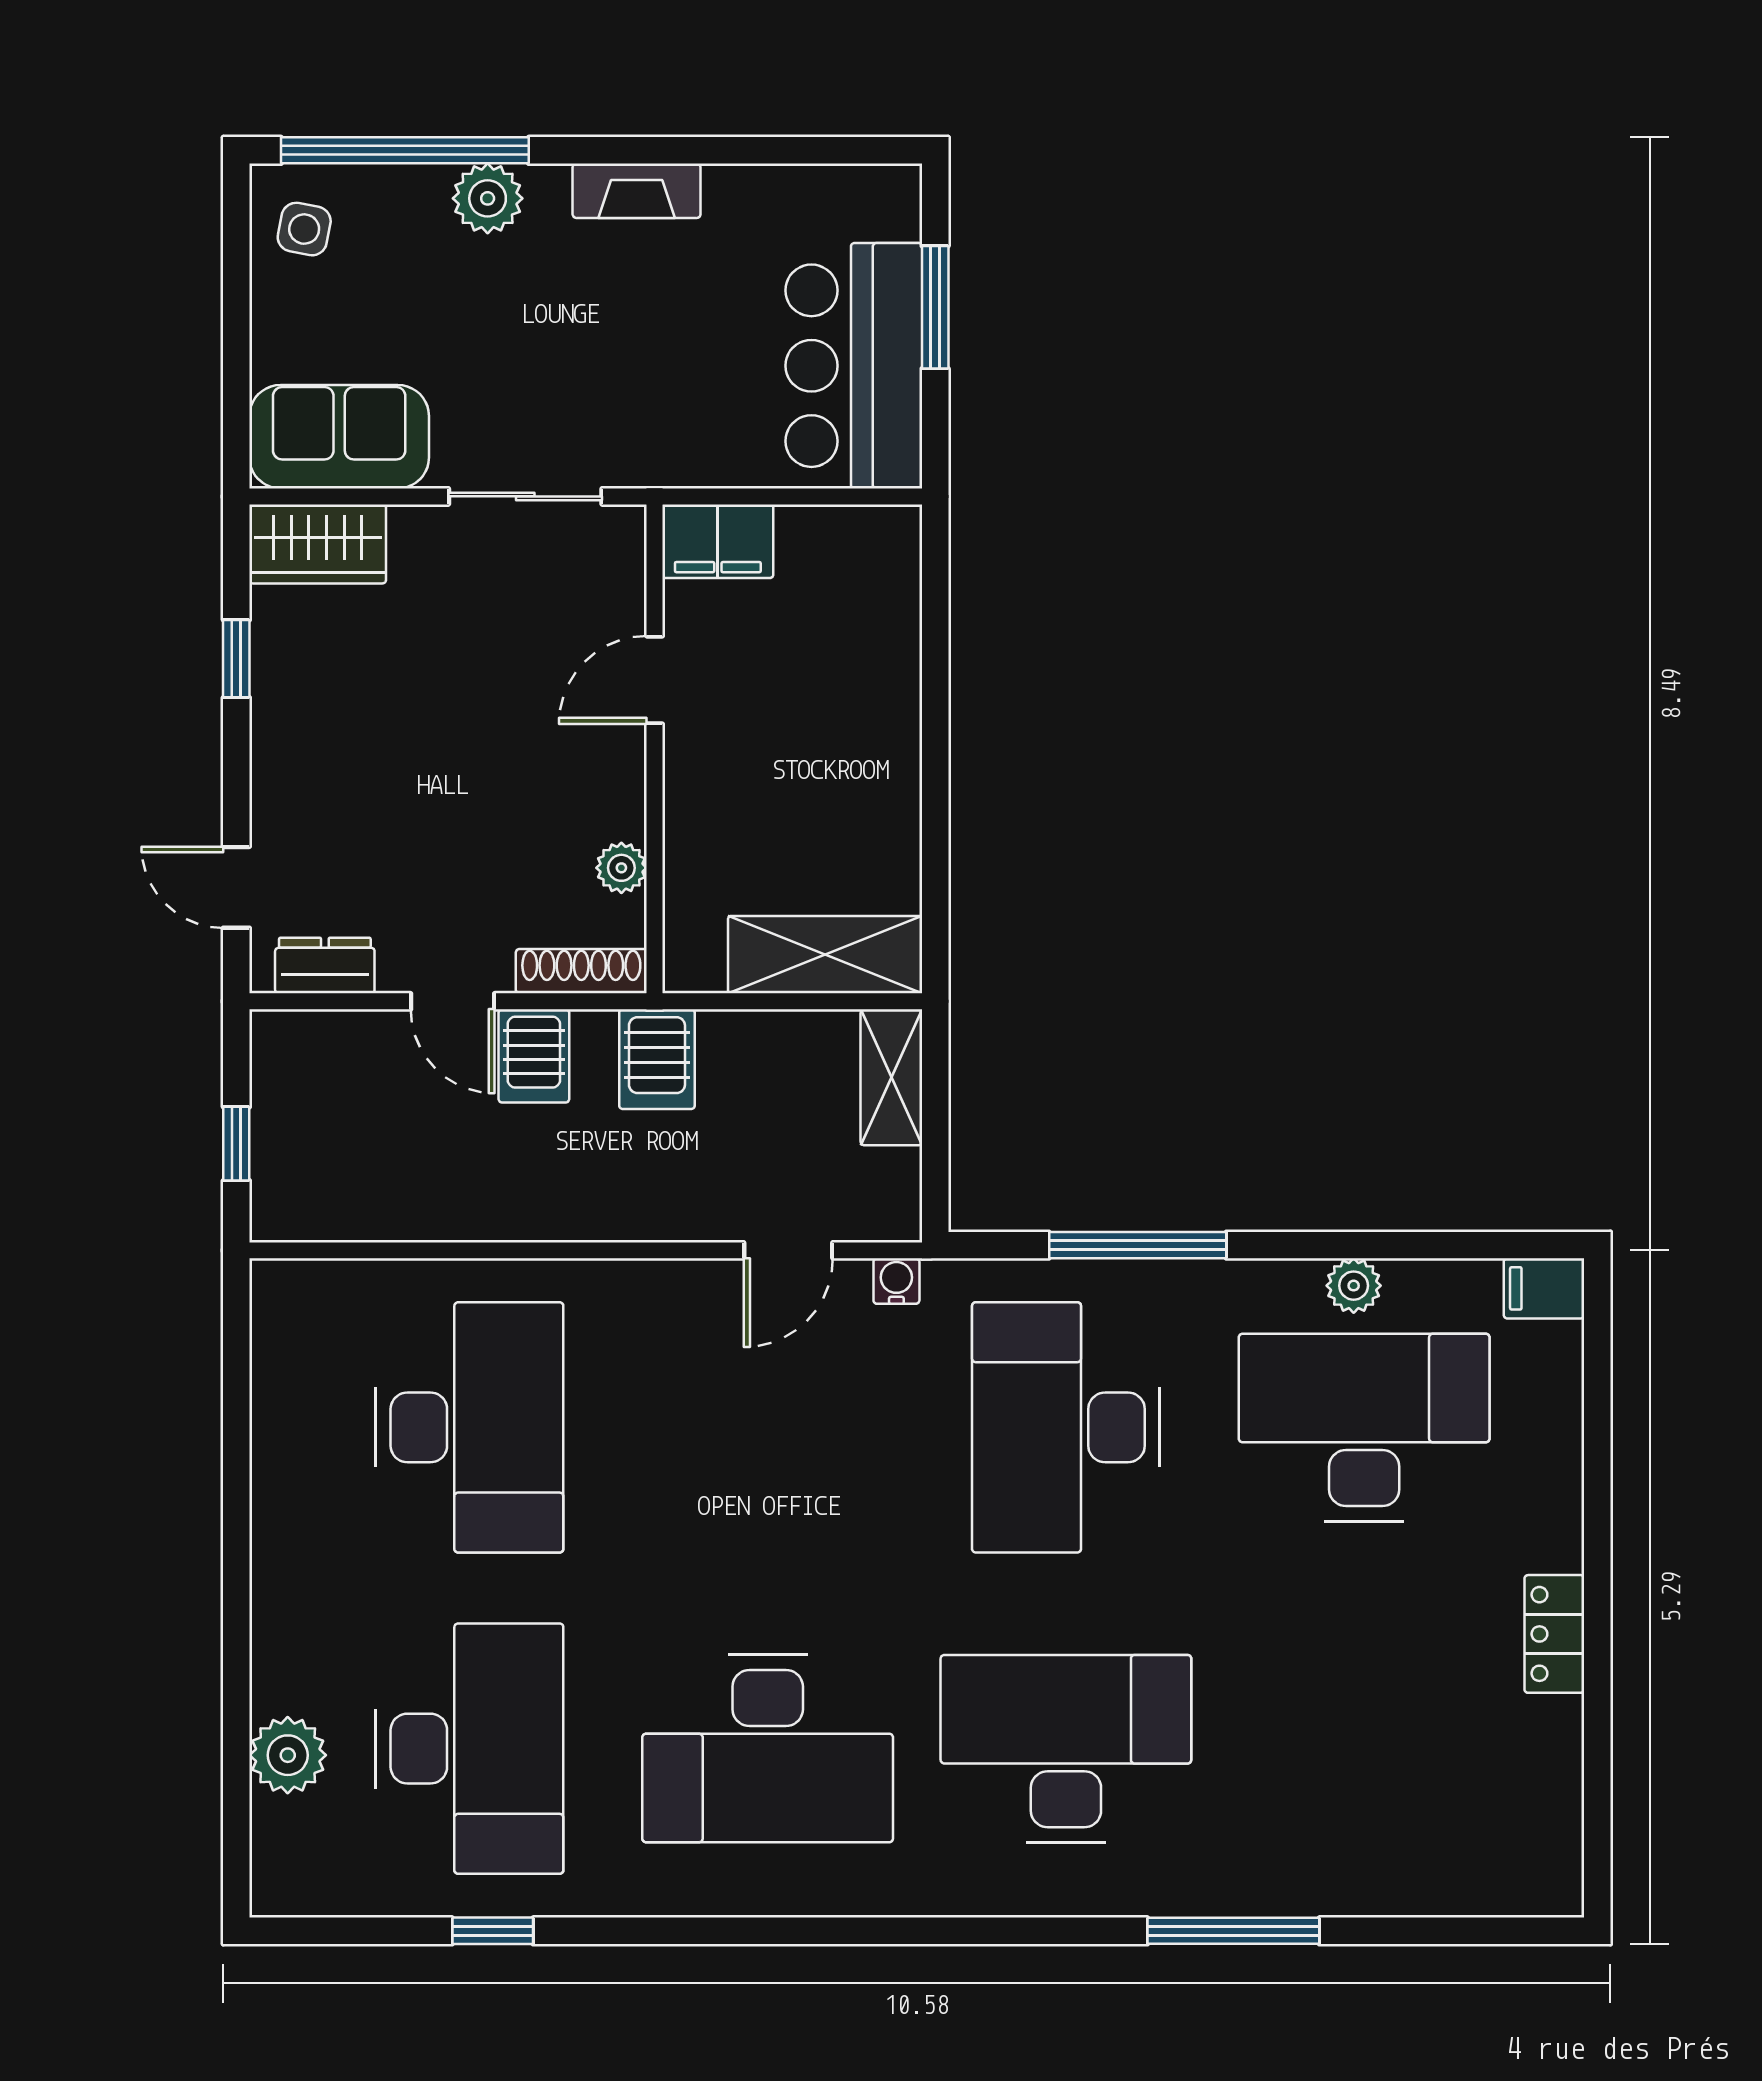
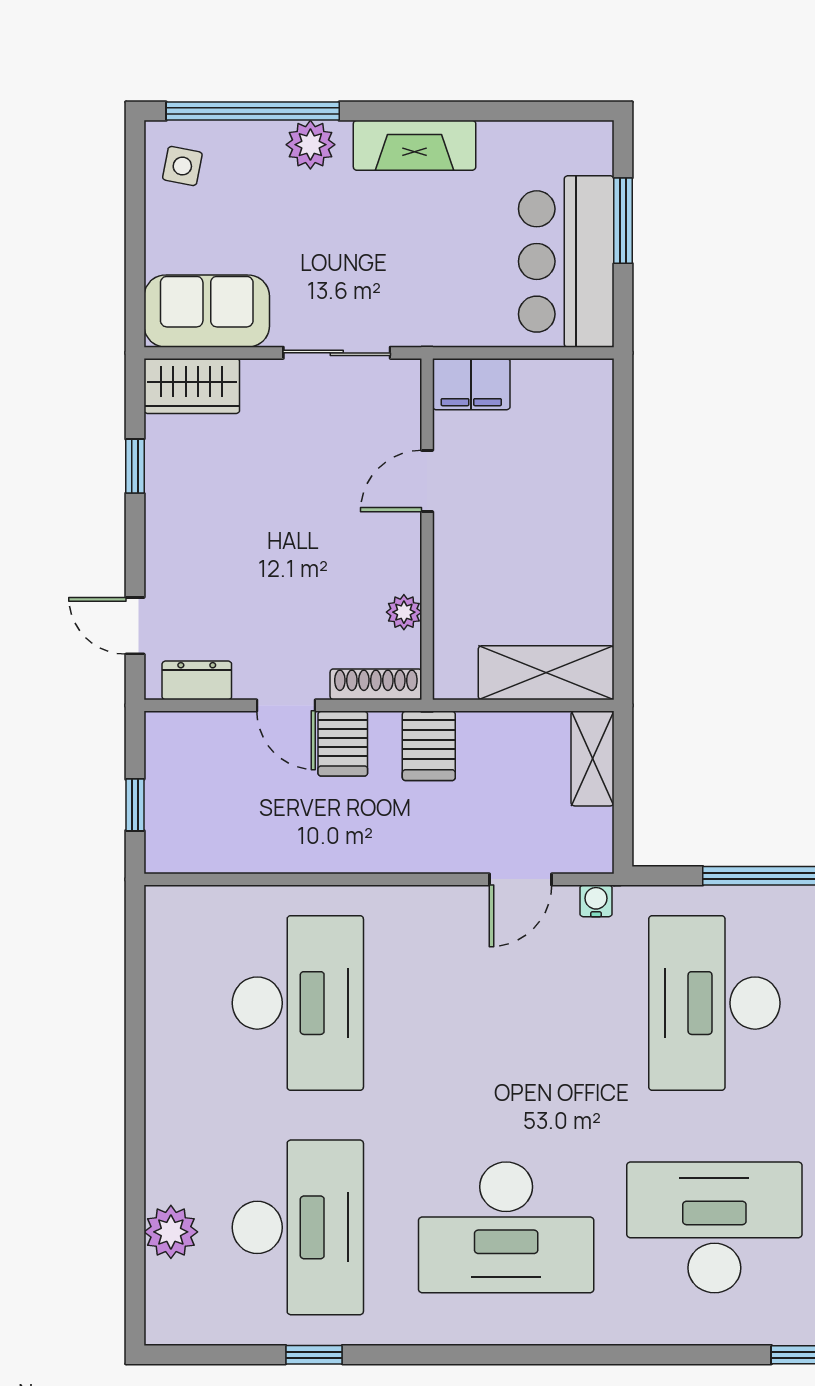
fireplace: (637, 191) -> (415, 145), width x1.37, depth x1.32

